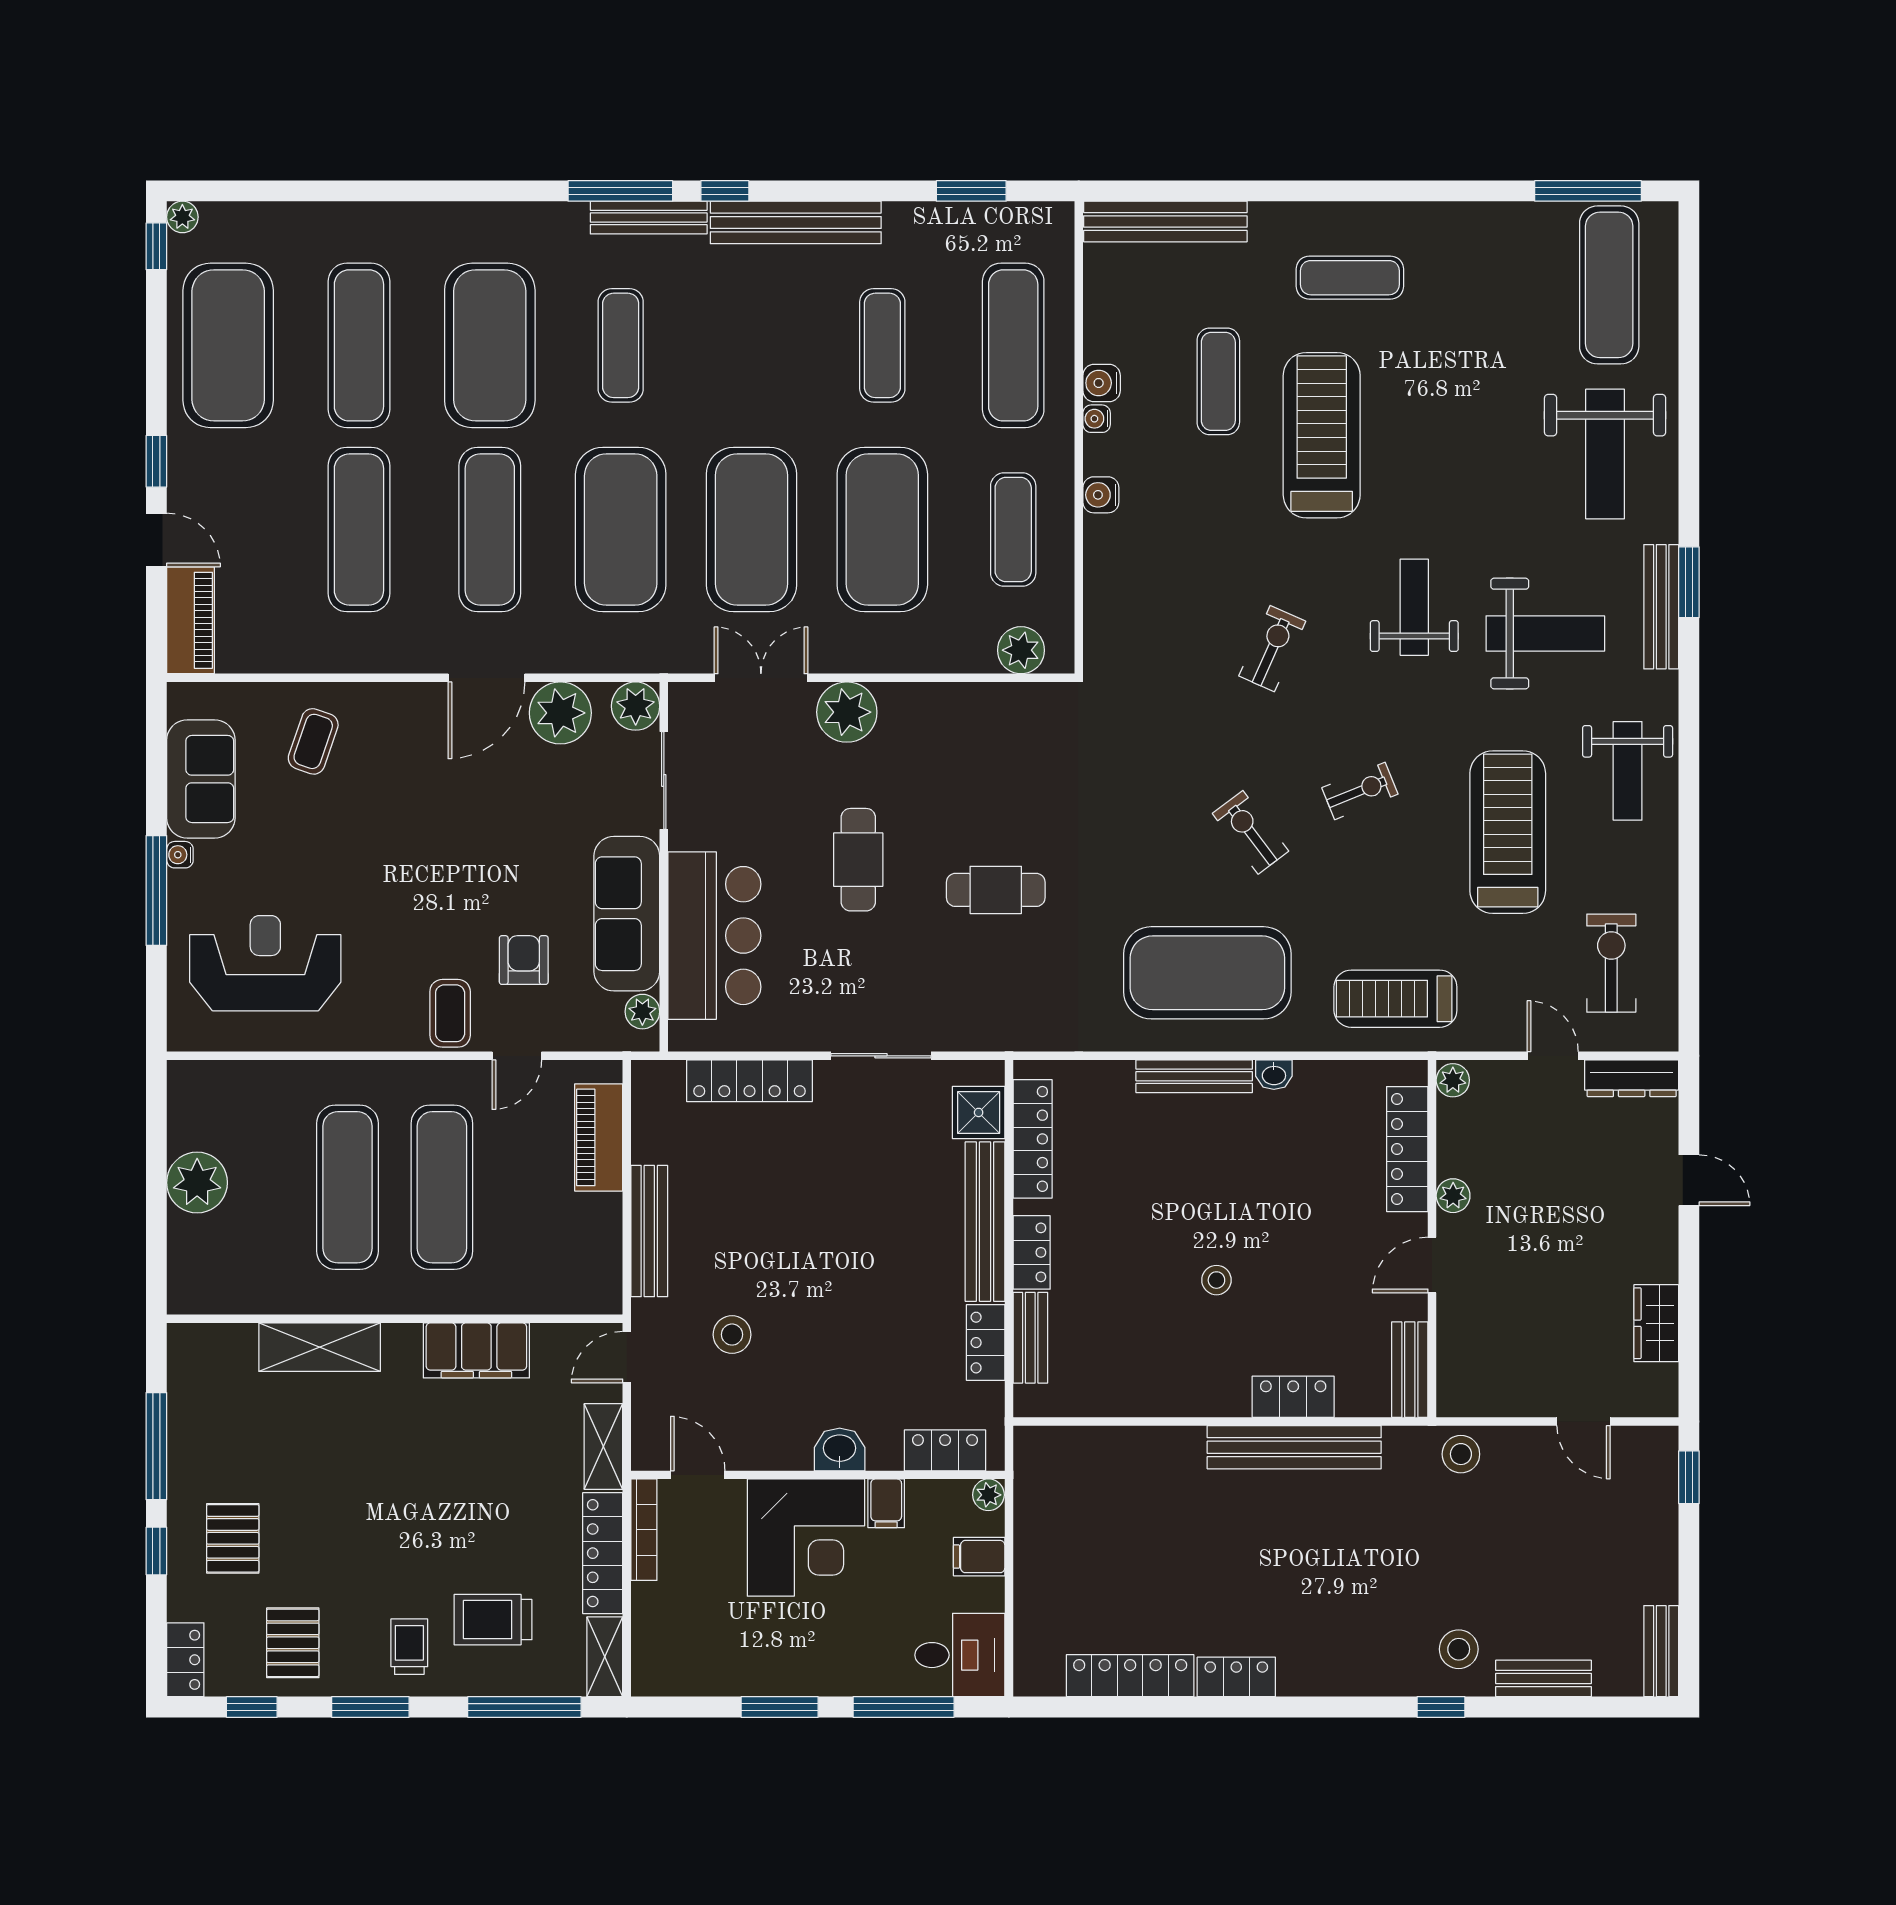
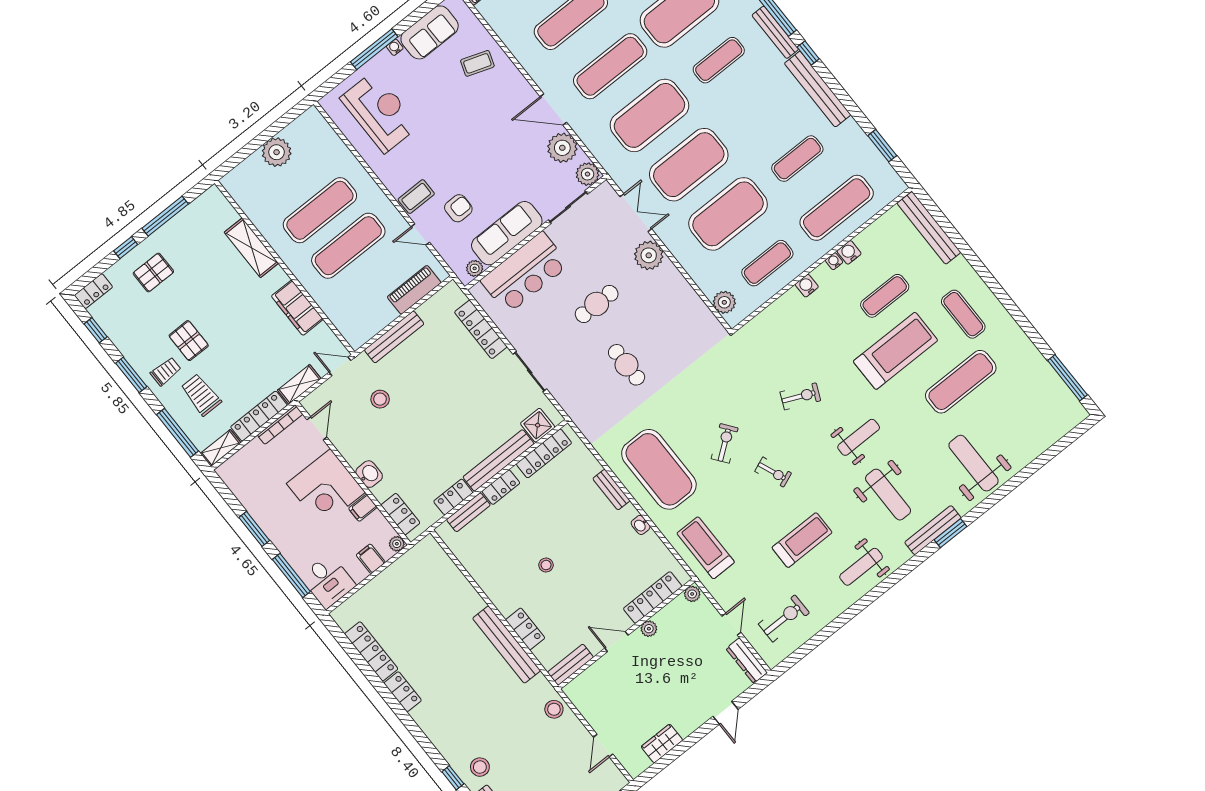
exercise mat: (1609, 285) -> (961, 382), moved
weight bench: (1605, 454) -> (974, 463), turned 90
treadmill: (1508, 832) -> (802, 540), width x0.73, depth x0.73
bench: (1194, 1076) -> (611, 490), width x0.73
pallet: (293, 1643) -> (189, 341), moved, turned 90

